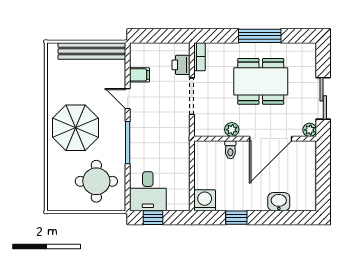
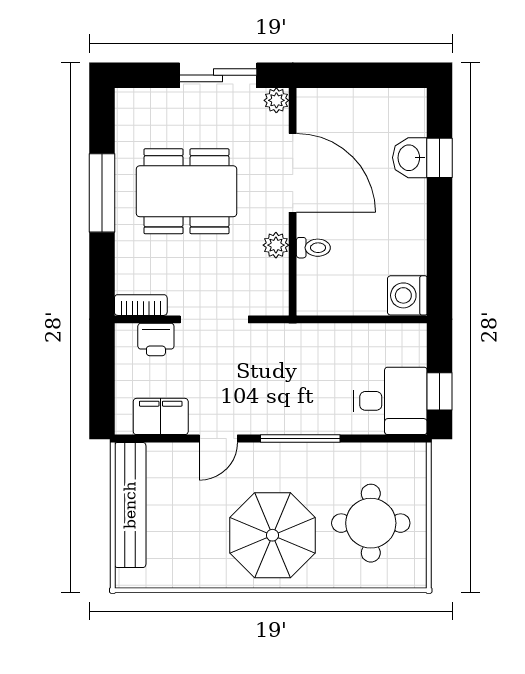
filing cabinet: (139, 75) -> (161, 416), width x2.00
dining table: (261, 81) -> (187, 191), turned 90
round table: (96, 181) -> (371, 523), moved
window: (236, 218) -> (440, 158), moved

